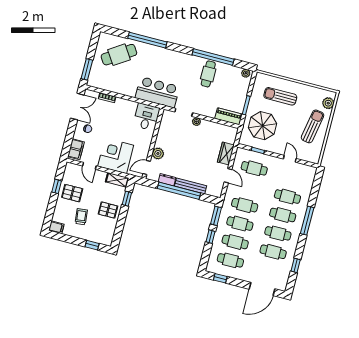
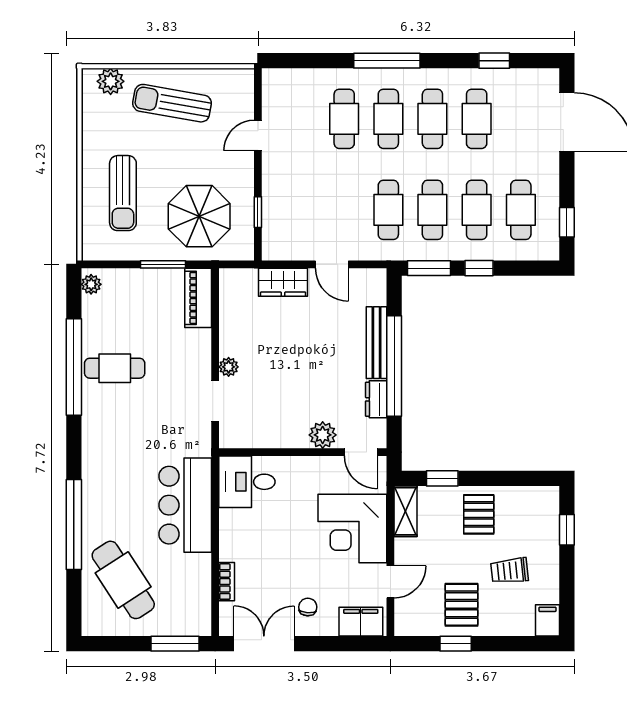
bar counter: (157, 92) -> (185, 505), moved
cafe table: (254, 168) -> (300, 210), removed
door: (228, 176) -> (332, 264), swing flipped

